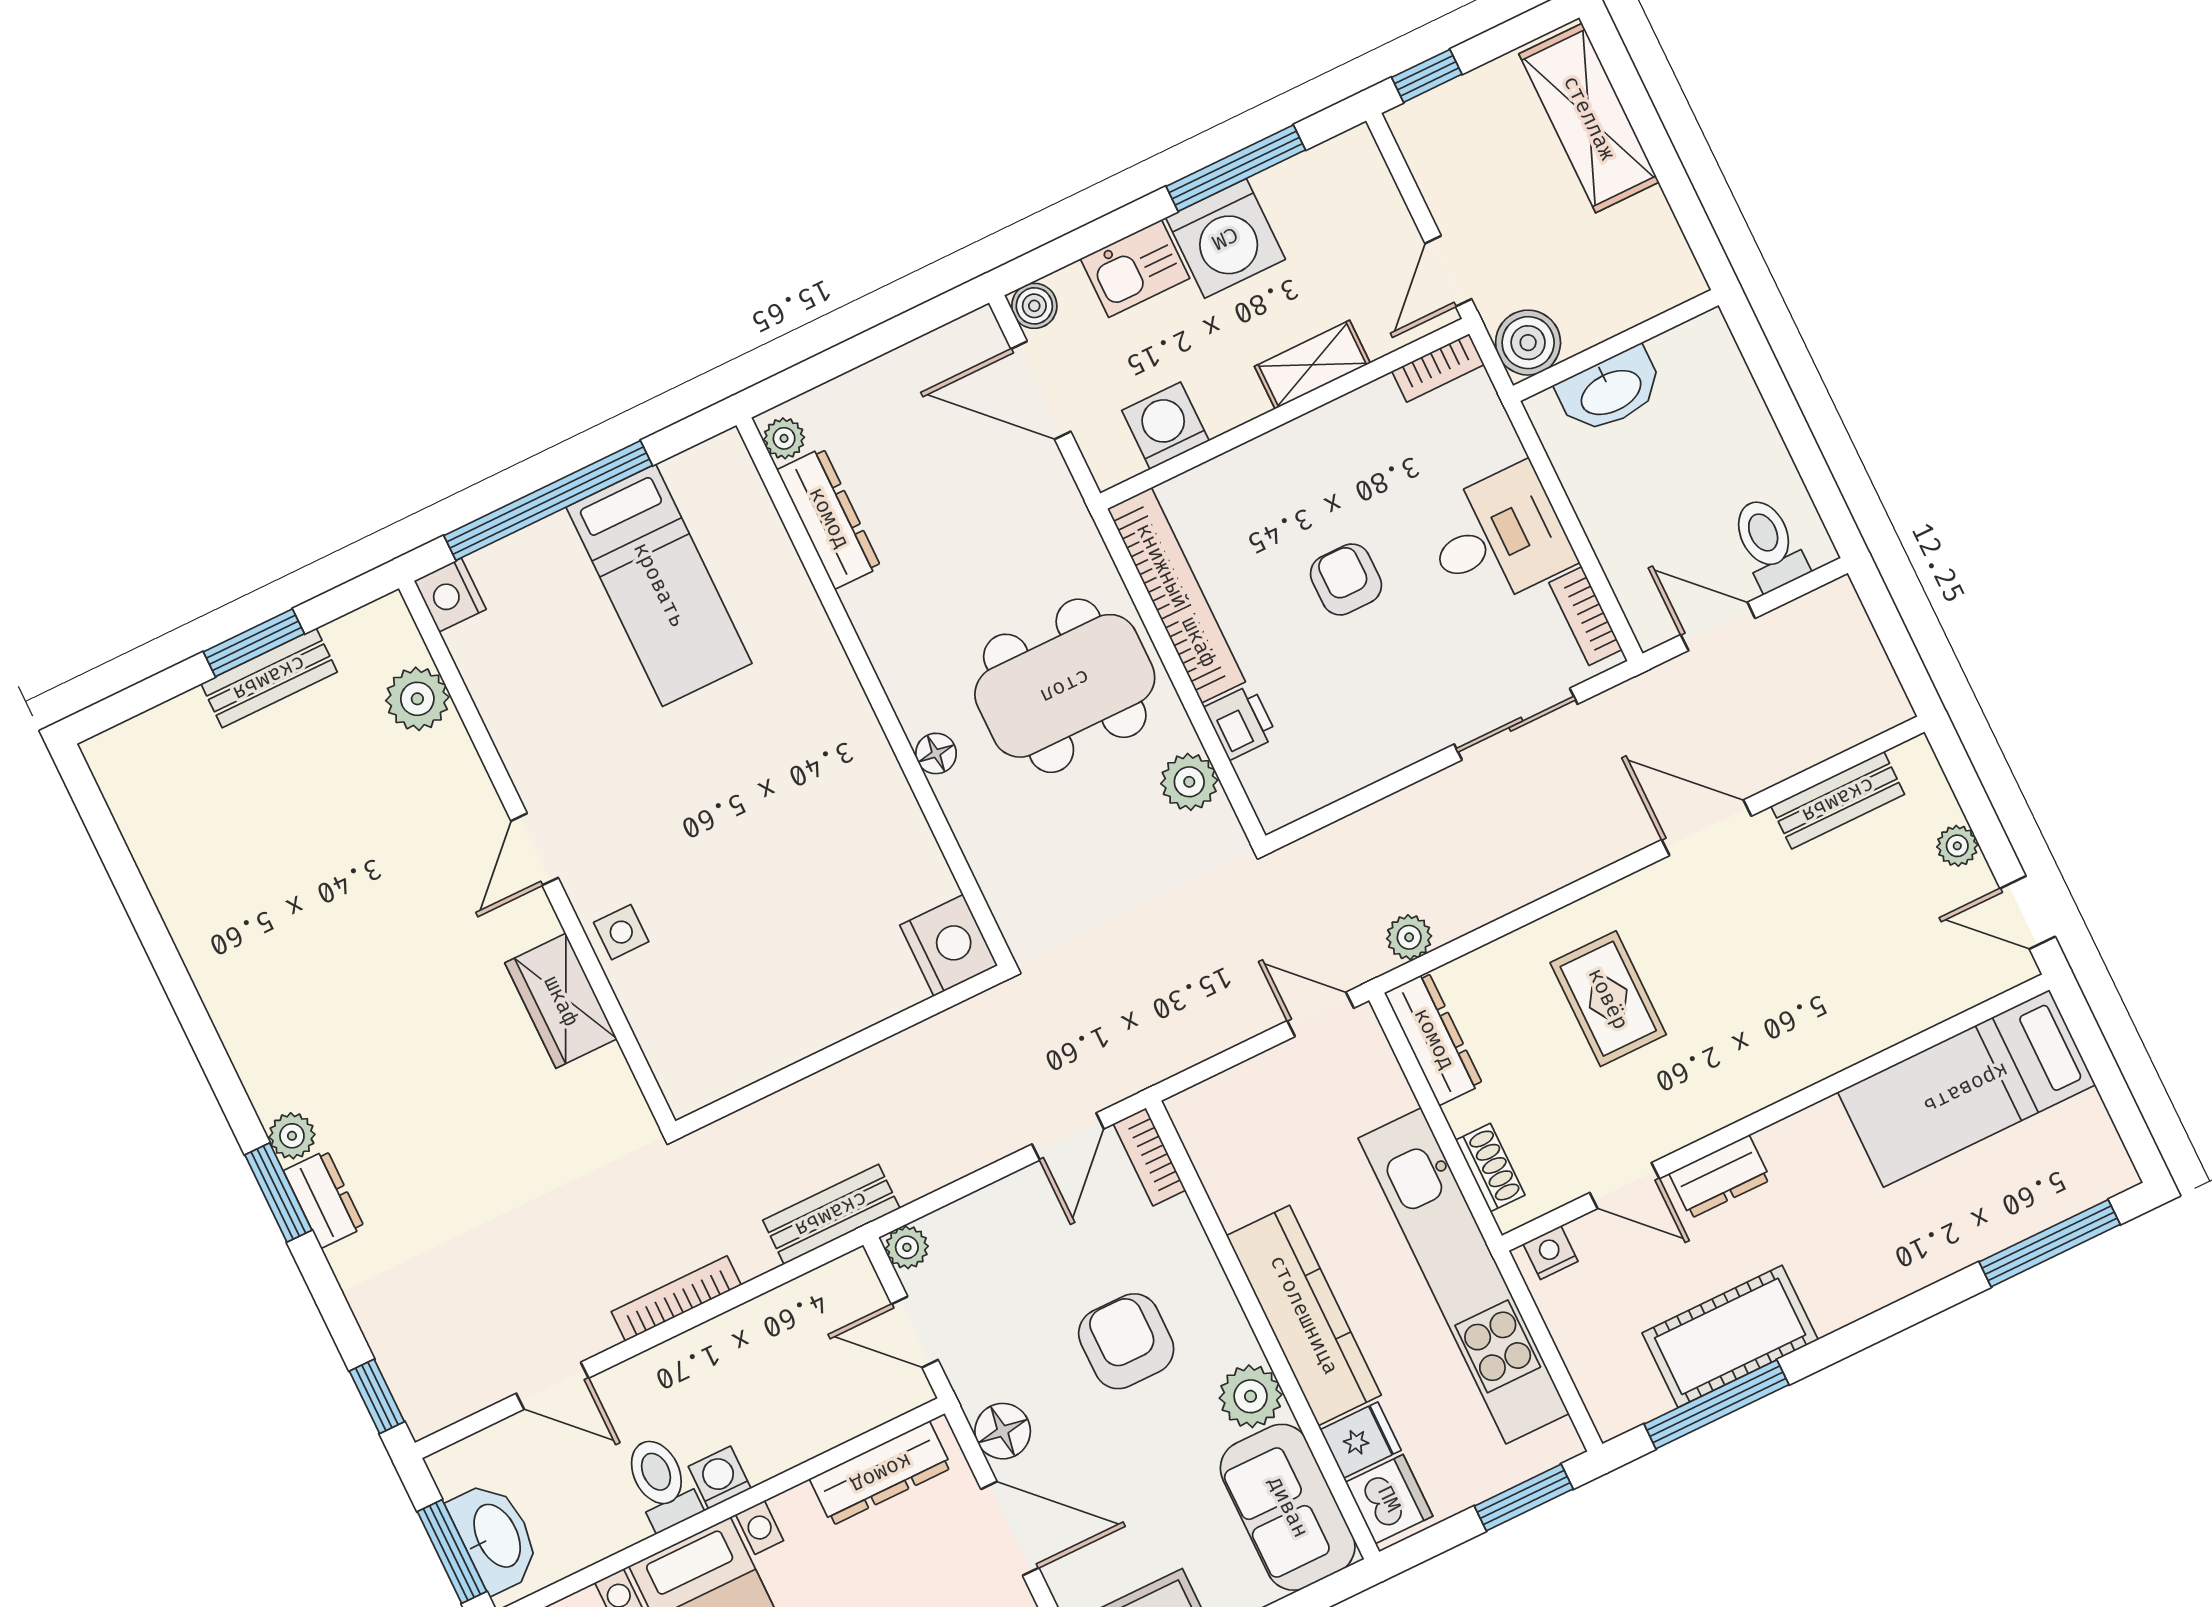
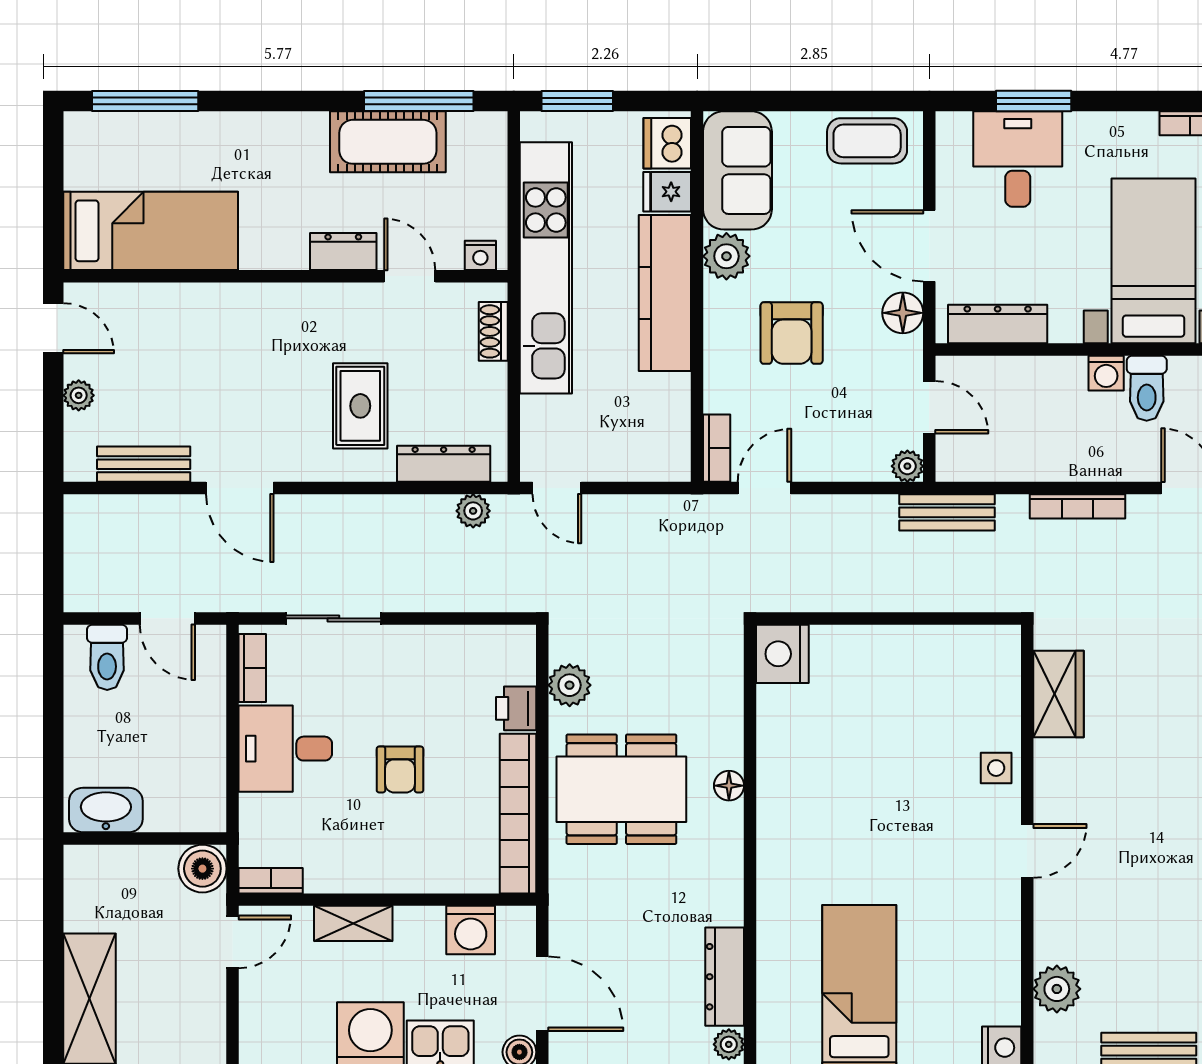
washbasin: (1610, 391) -> (106, 810), moved
wardrobe: (561, 1001) -> (1058, 694), moved
dresser: (1434, 1039) -> (444, 464), moved, turned 90

